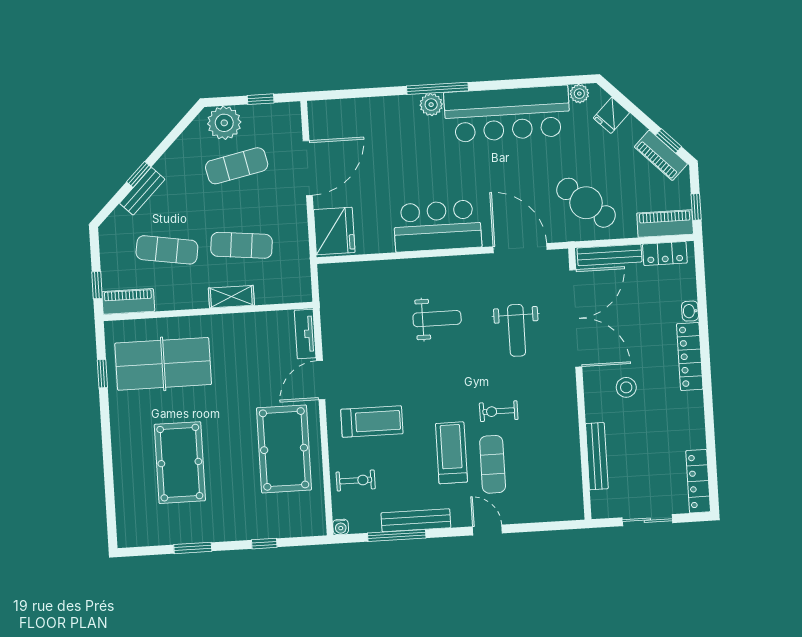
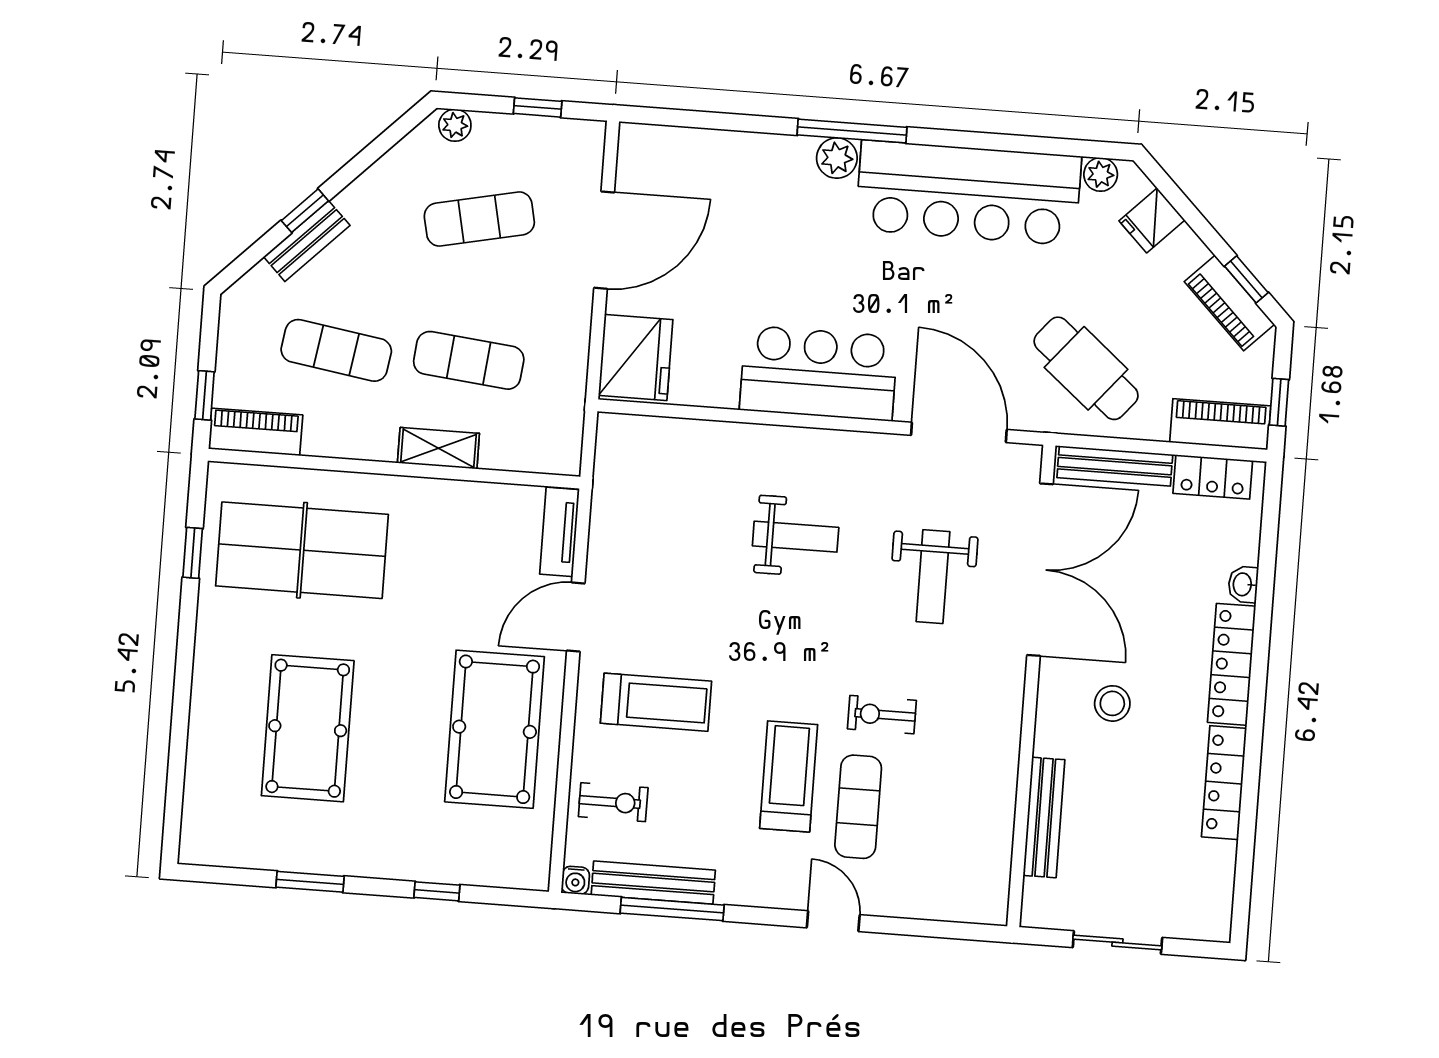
plant: (224, 123) -> (455, 125), width x0.53, depth x0.53
locker: (698, 481) -> (1224, 783), moved
bench: (416, 520) -> (653, 883), moved

